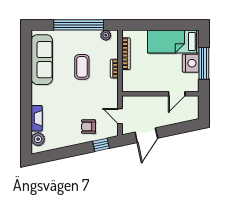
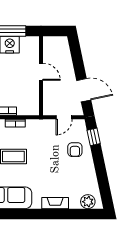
door: (177, 94) -> (41, 72), moved
fireplace: (37, 118) -> (55, 203), moved

